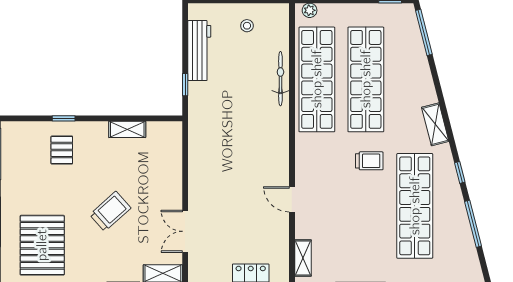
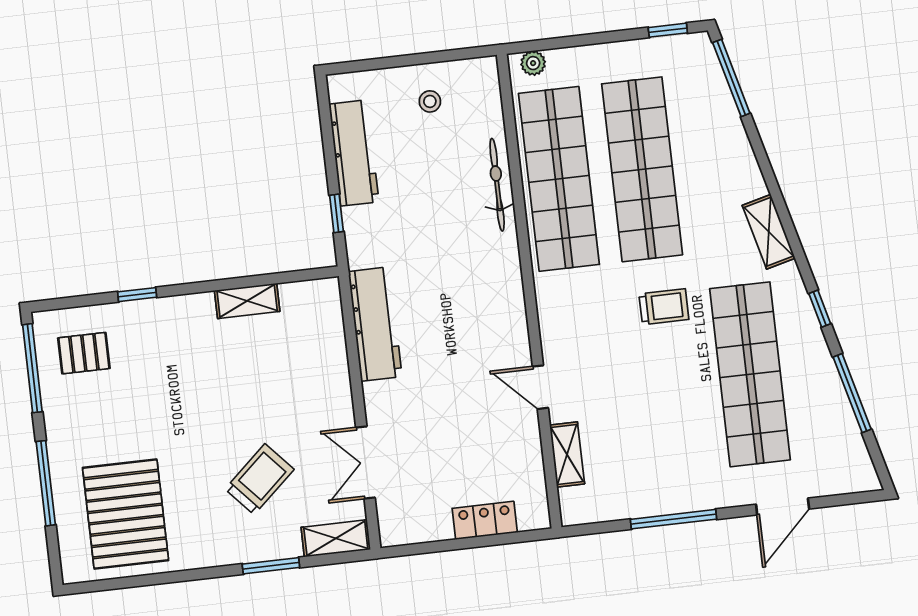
pallet: (62, 150) -> (84, 353), moved, turned 90
workbench: (200, 152) -> (375, 324), added
trolley: (110, 211) -> (259, 479), moved
shelving: (303, 258) -> (567, 454), moved

